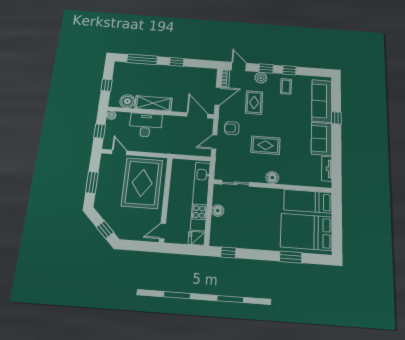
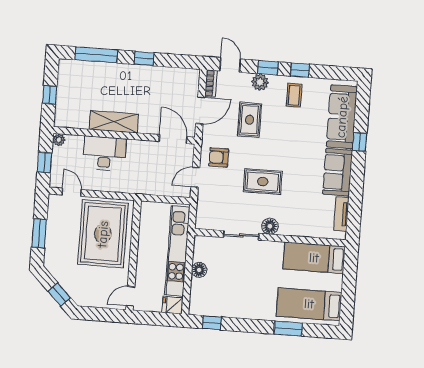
boiler: (127, 101) -> (79, 119), removed
sliding door: (236, 183) -> (241, 235), moved
bed: (306, 232) -> (309, 304), width x0.67

